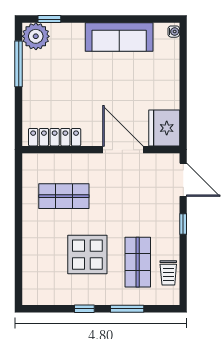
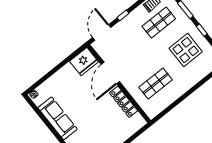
locker: (55, 137) -> (124, 102), moved
shop shelf: (64, 196) -> (156, 84), turned 90
display table: (87, 255) -> (186, 50), moved

